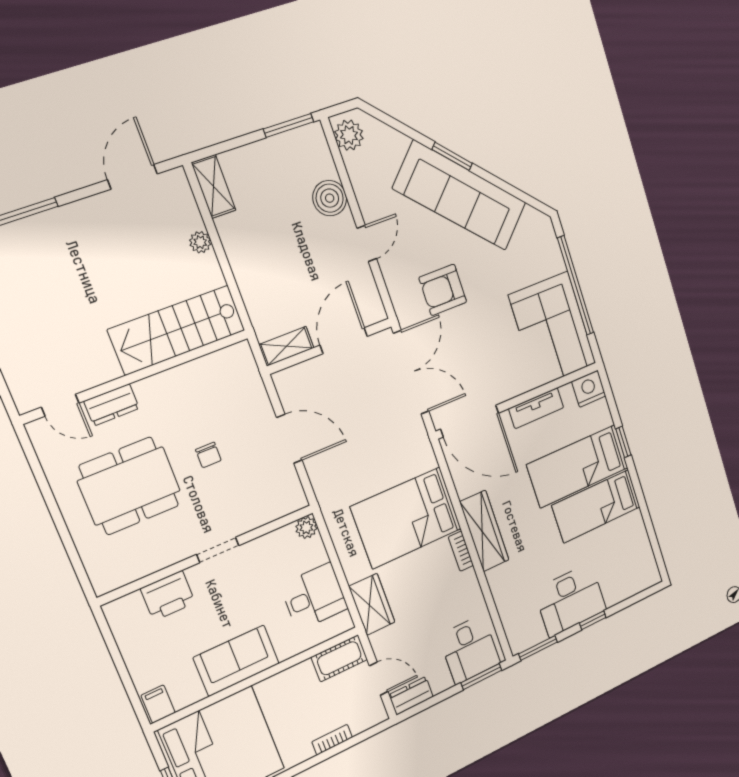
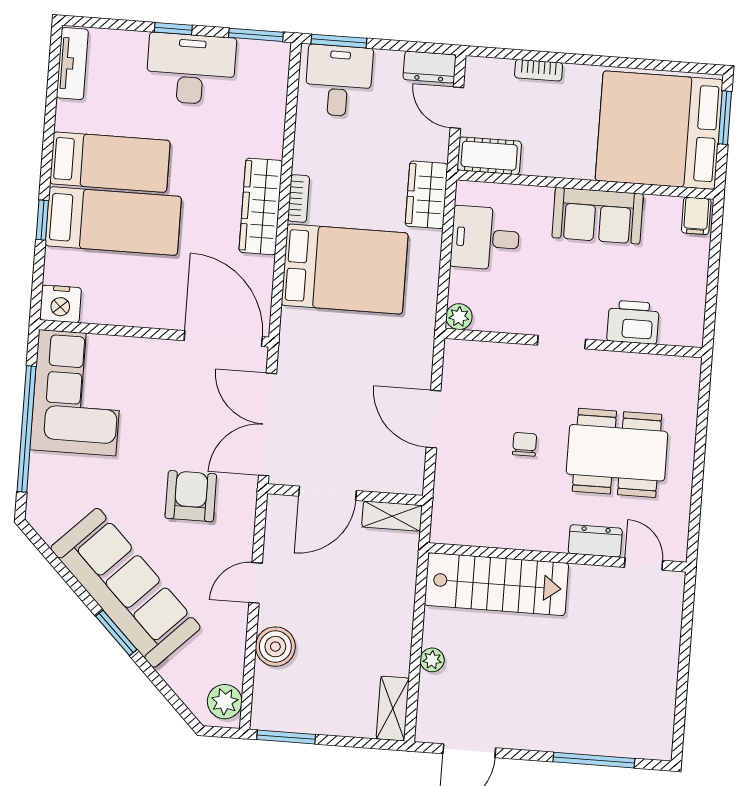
armchair: (443, 290) -> (191, 496), turned -90
tv unit: (536, 408) -> (72, 64), moved, turned 90

